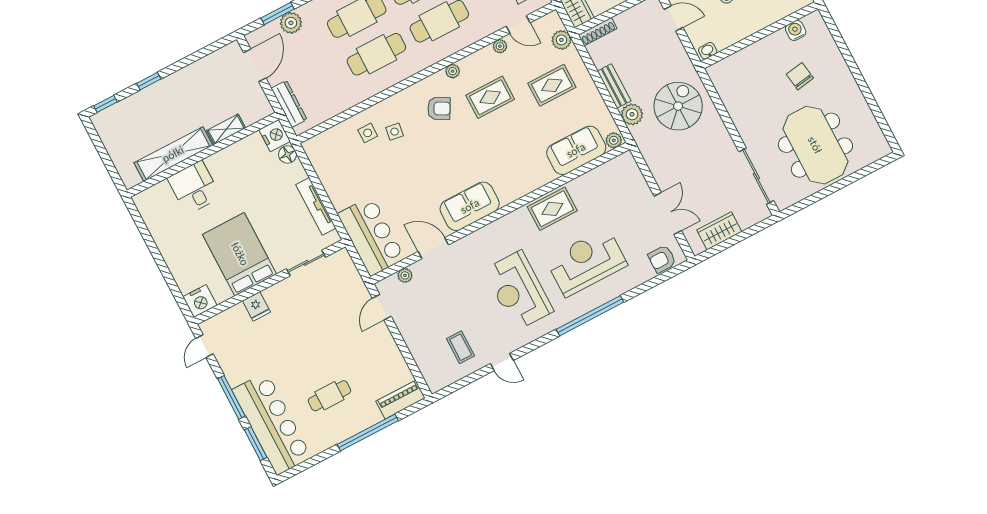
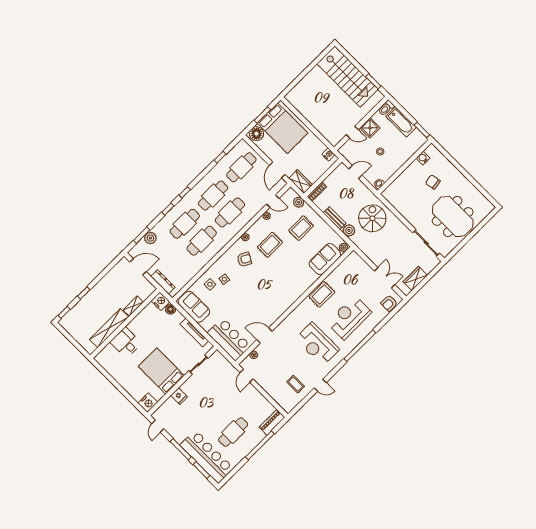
door: (255, 65) -> (138, 267), hinge flipped
sofa: (470, 206) -> (194, 307), moved, turned 90
cafe table: (329, 396) -> (233, 432), width x1.37, depth x1.35

